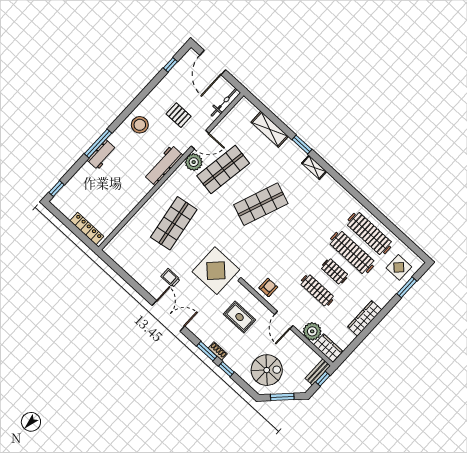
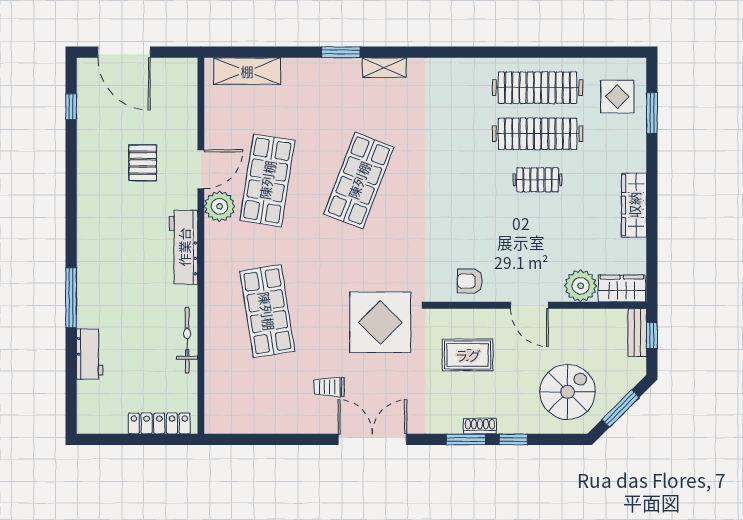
bicycle: (224, 102) -> (187, 340), moved
pallet: (179, 115) -> (143, 163), turned 90
stool: (140, 125) -> (103, 223), removed
shelving: (270, 129) -> (247, 71), moved
workbench: (102, 155) -> (90, 354), moved
window: (57, 189) -> (71, 407), removed
armchair: (268, 287) -> (470, 281), turned -90
clothes rail: (317, 290) -> (538, 226), removed

